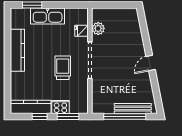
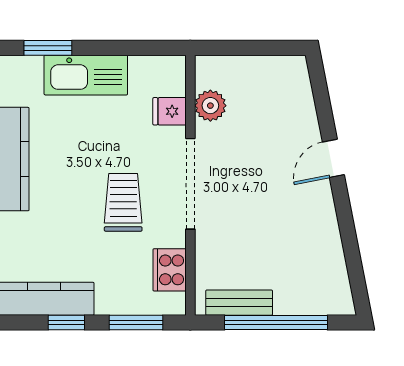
door: (151, 63) -> (333, 158), moved
cooker: (60, 107) -> (170, 270), moved, turned -90
bench: (133, 108) -> (239, 303), moved, width x0.73

